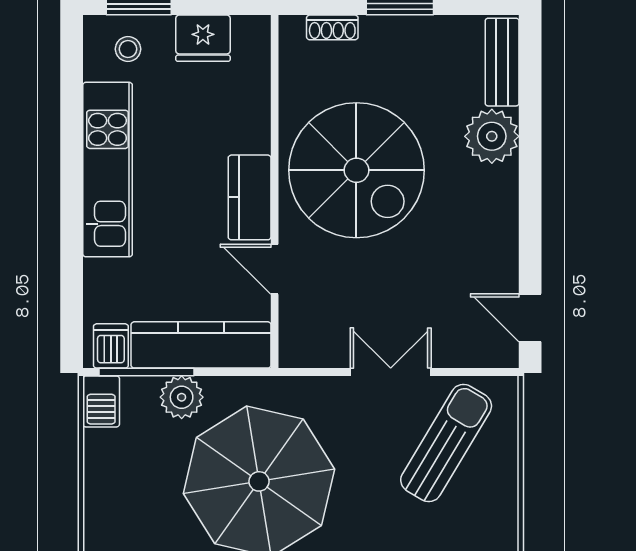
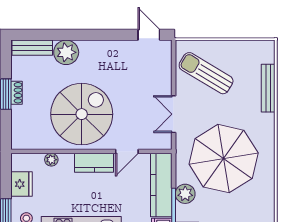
shoe rack: (332, 27) -> (17, 93), moved
plant: (256, 104) -> (51, 160), added
door: (530, 318) -> (149, 35), swing flipped
double door: (391, 372) -> (174, 114), moved

